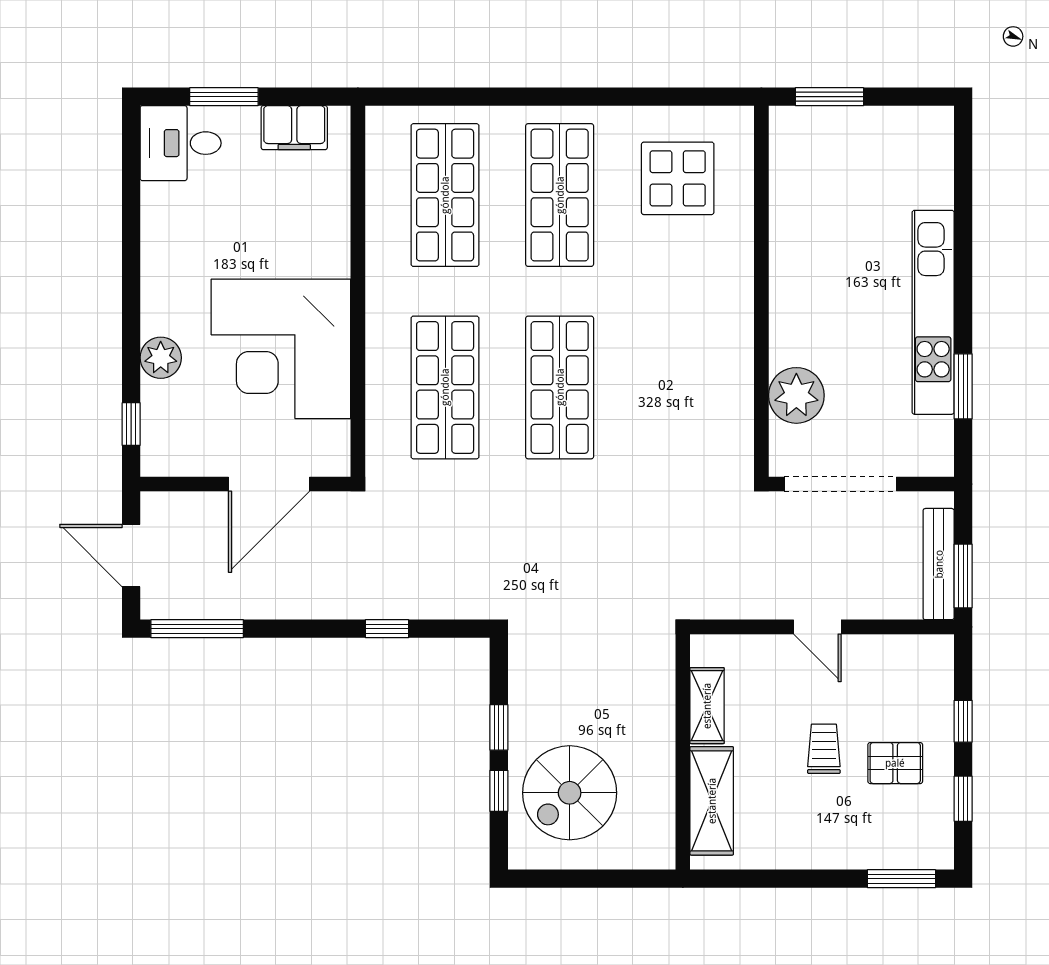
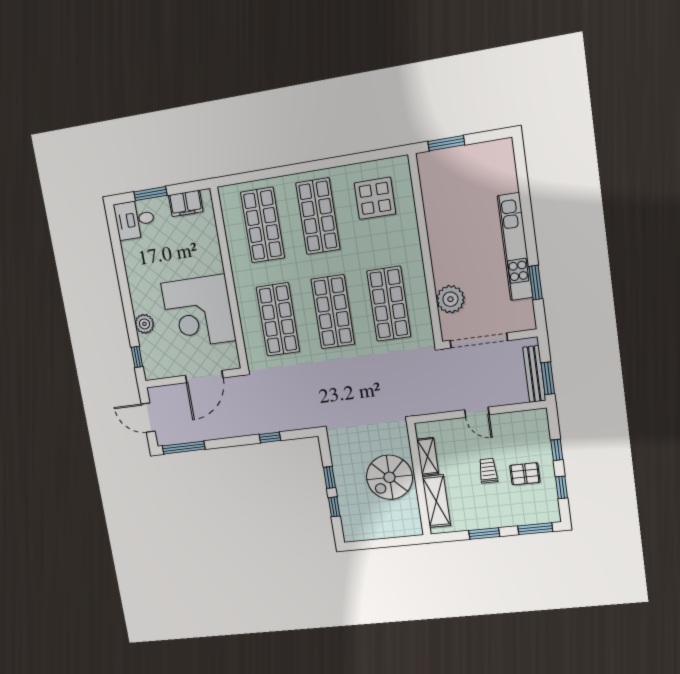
shop shelf: (674, 387) -> (389, 304), added
spiral stairs: (570, 793) -> (389, 477), moved
window: (799, 879) -> (484, 533), added

